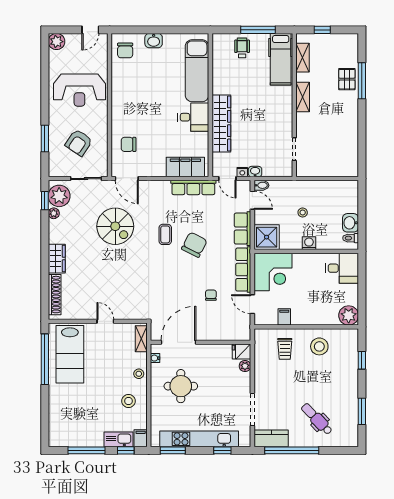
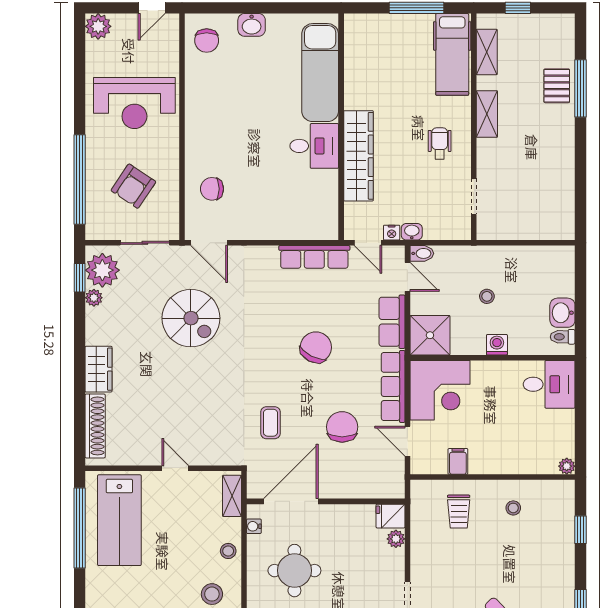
wheelchair: (242, 48) -> (440, 143), moved
window: (45, 138) -> (80, 179), width x2.11
filing cabinet: (185, 167) -> (302, 225), removed
coffee table: (165, 234) -> (270, 423), moved
chair: (211, 295) -> (342, 427), width x1.87, depth x1.87
plant: (349, 315) -> (567, 466), width x0.53, depth x0.53
stool: (319, 346) -> (513, 508), width x0.53, depth x0.53

